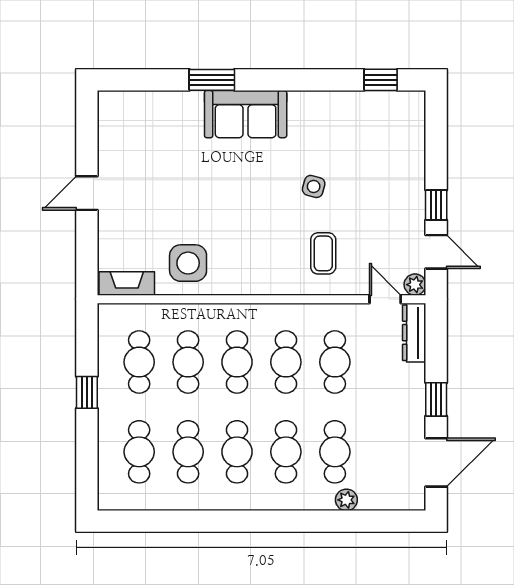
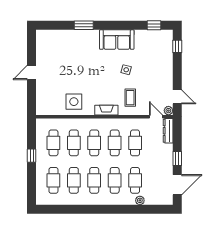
sofa: (246, 114) -> (117, 40), moved
window: (436, 205) -> (177, 46), moved
fireplace: (127, 283) -> (106, 110), moved

